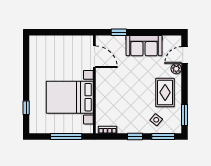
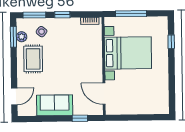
plant: (176, 69) -> (22, 37), moved

